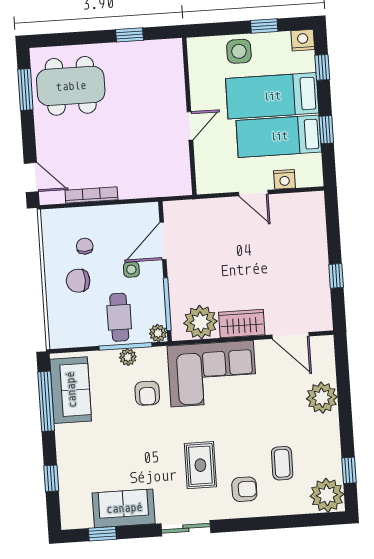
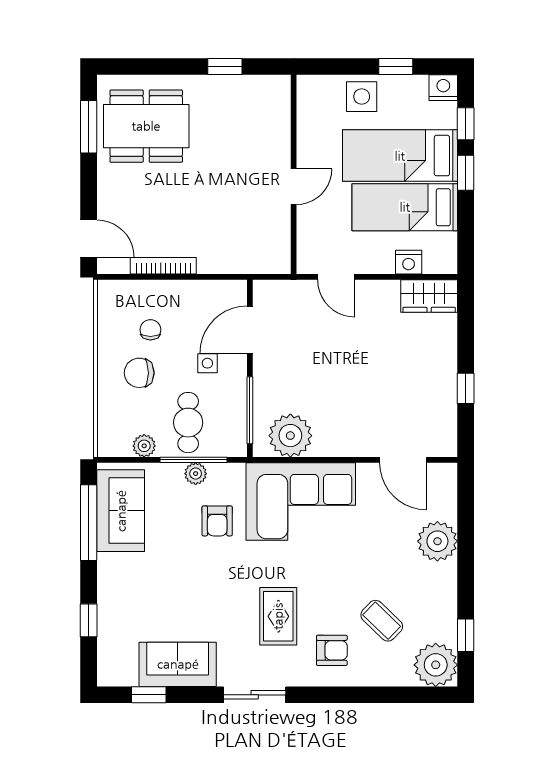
window: (326, 130) -> (466, 173), moved
door: (253, 193) -> (336, 277), moved
wardrobe: (242, 324) -> (429, 296), moved, turned 180
plant: (158, 333) -> (144, 446), moved
coffee table: (282, 463) -> (382, 621), turned -46

